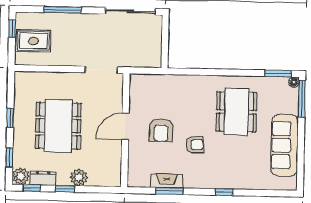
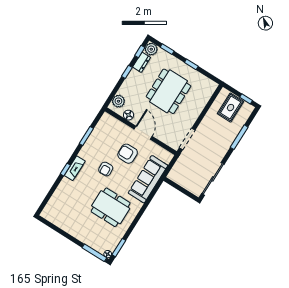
dining table: (58, 126) -> (168, 91), turned 90
sofa: (285, 145) -> (148, 179), moved, turned -90
floor lamp: (115, 156) -> (129, 115), added
plant: (79, 177) -> (118, 101), moved
fireplace: (167, 181) -> (75, 168), moved

